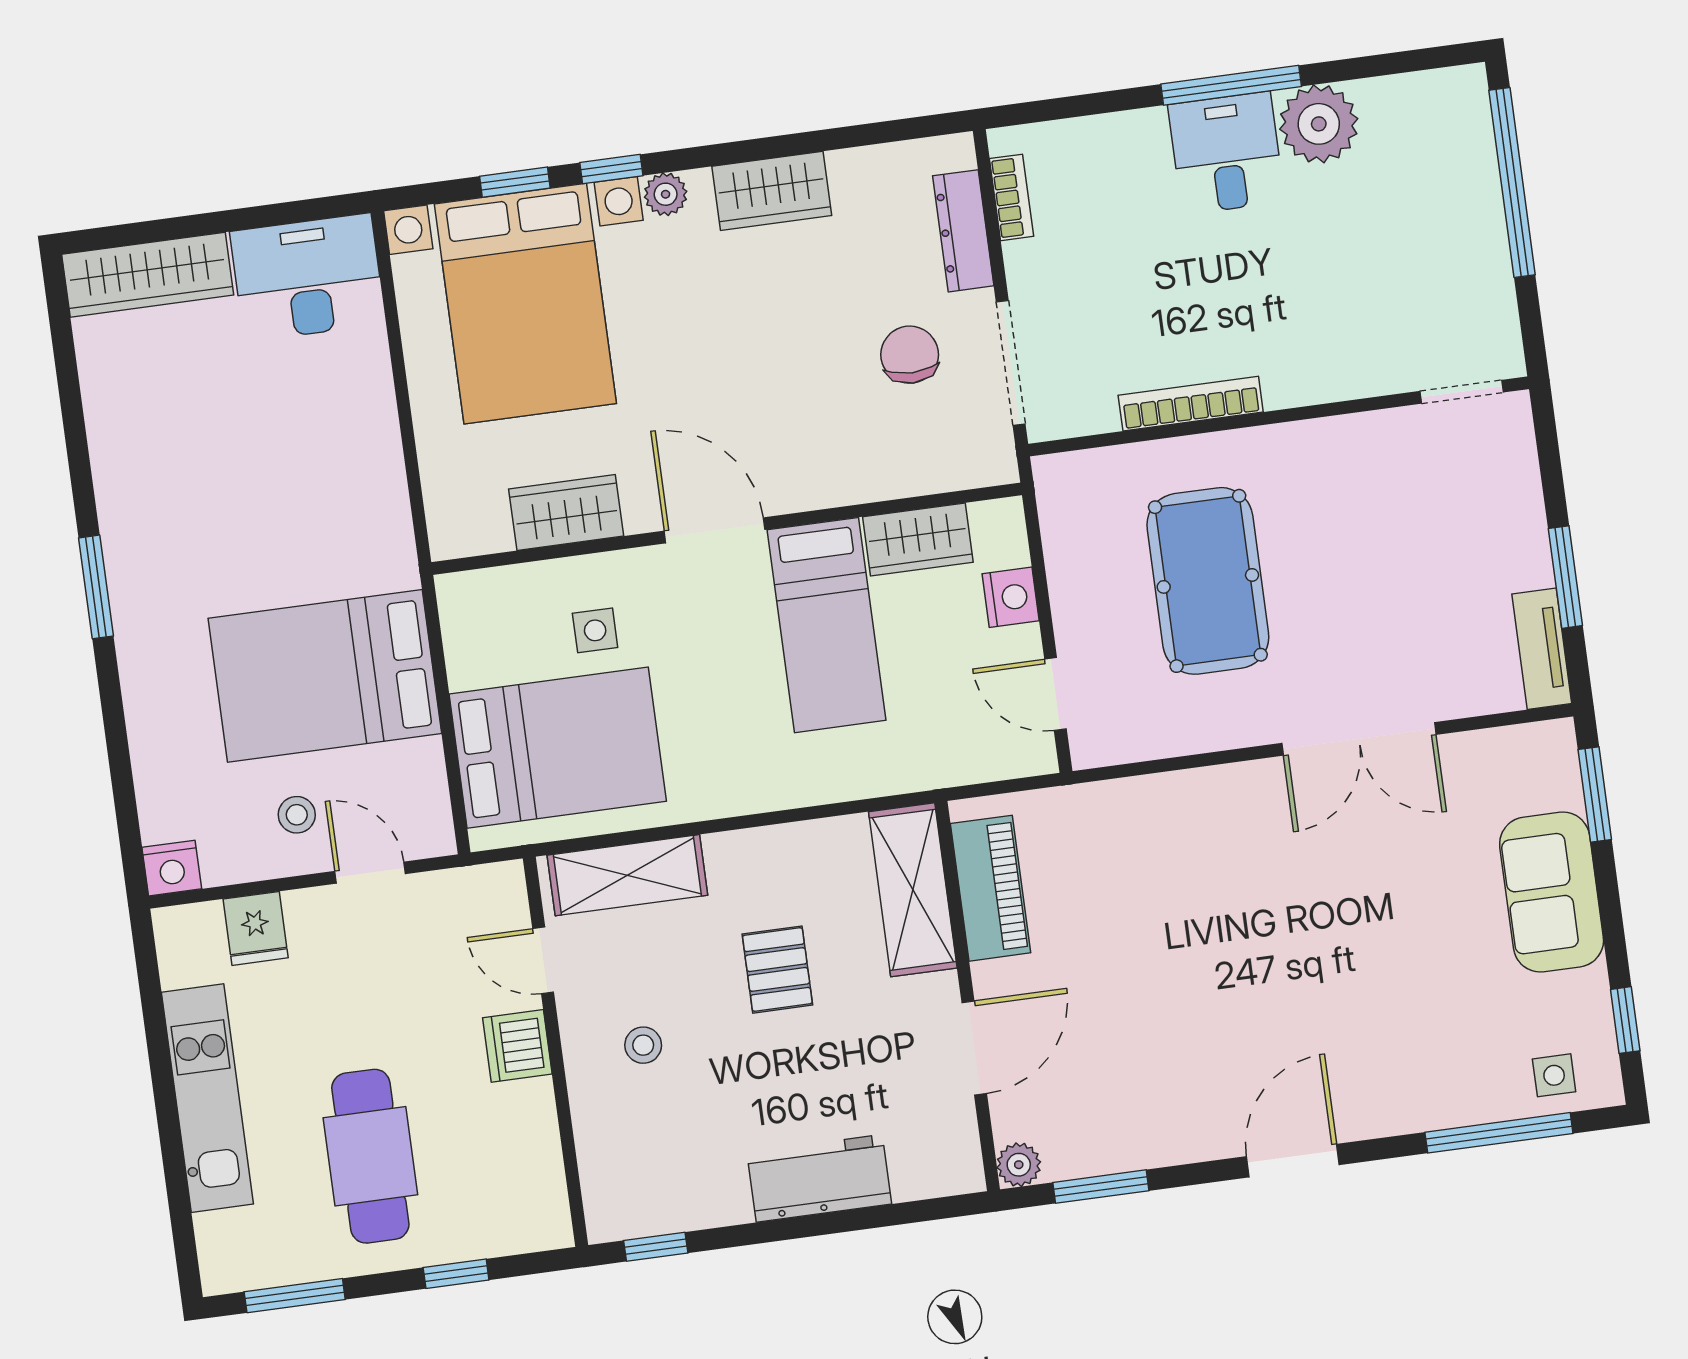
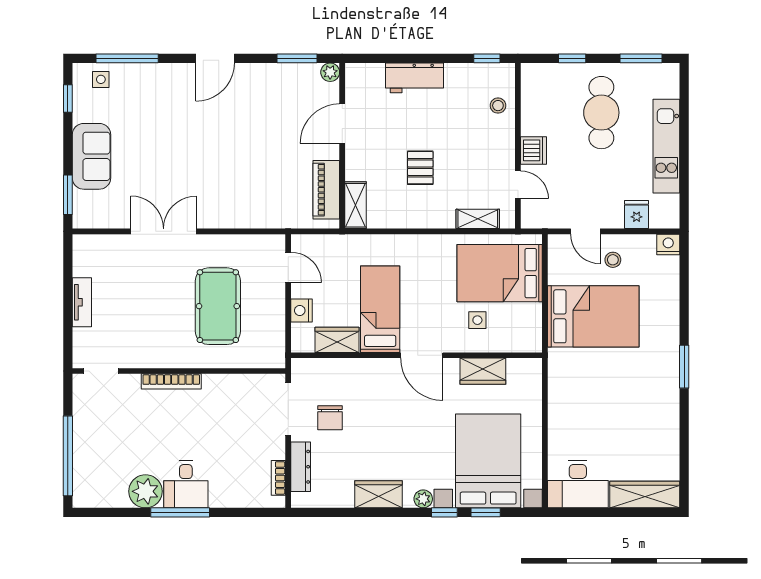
bookcase: (1191, 404) -> (171, 381), moved
window: (1565, 577) -> (68, 288), removed
tv unit: (1542, 649) -> (82, 302), moved
shelving: (627, 875) -> (478, 219), width x0.67, depth x0.75
shelving: (913, 890) -> (355, 205), width x0.67, depth x0.75
stool: (643, 1045) -> (498, 106), moved

